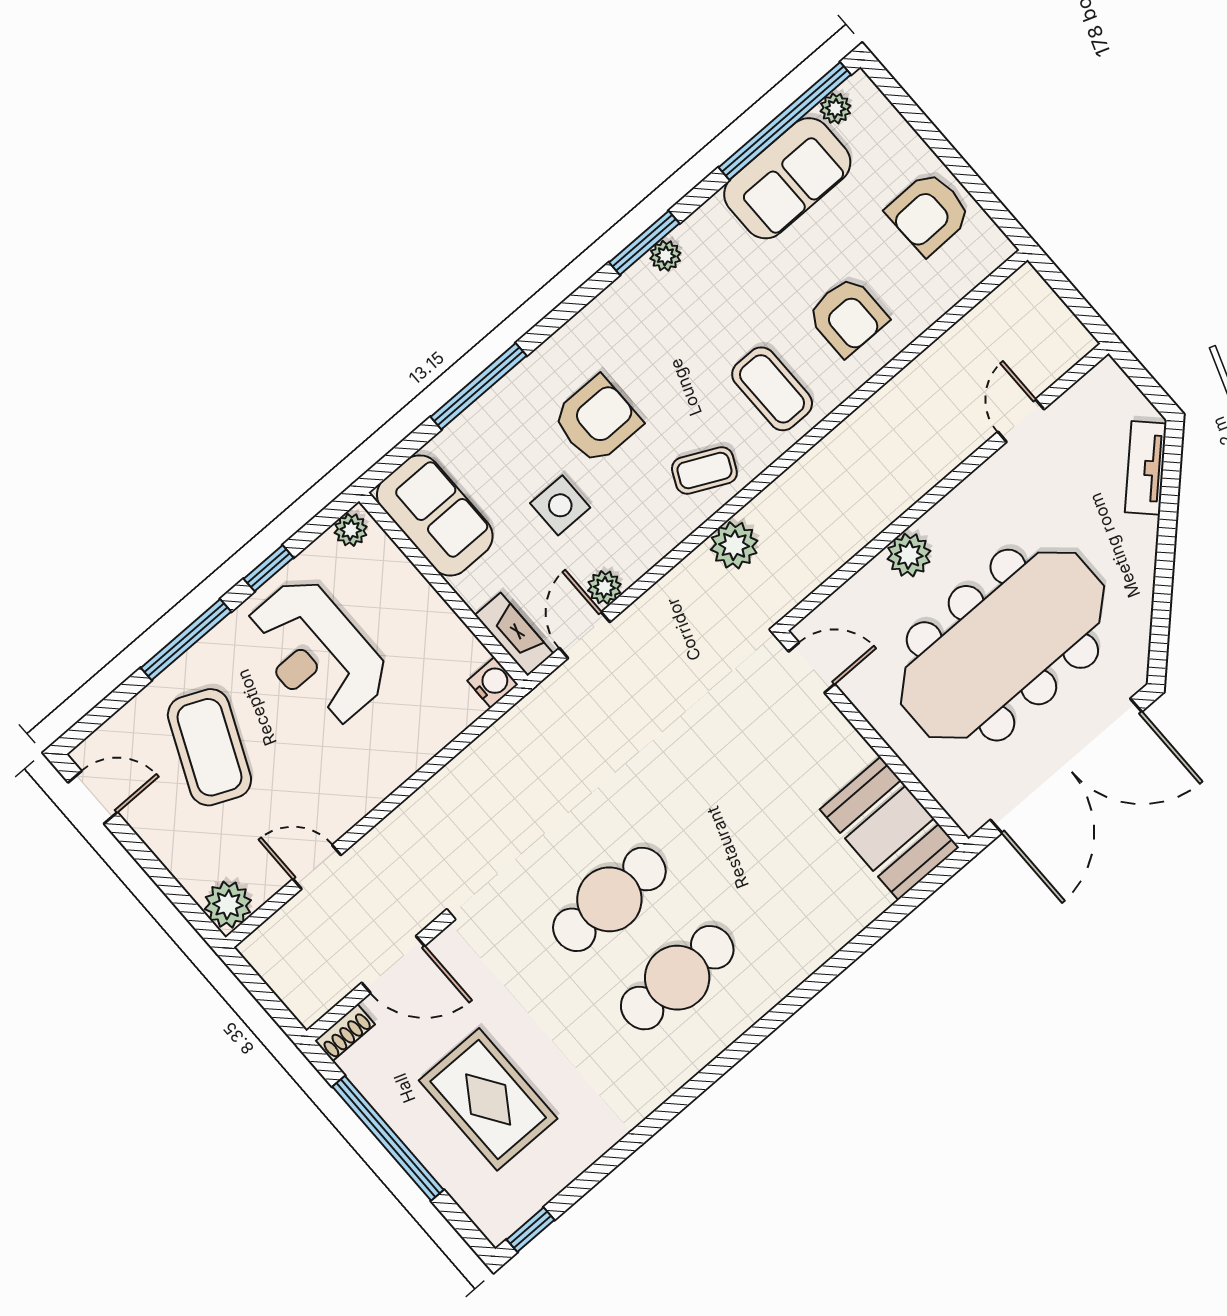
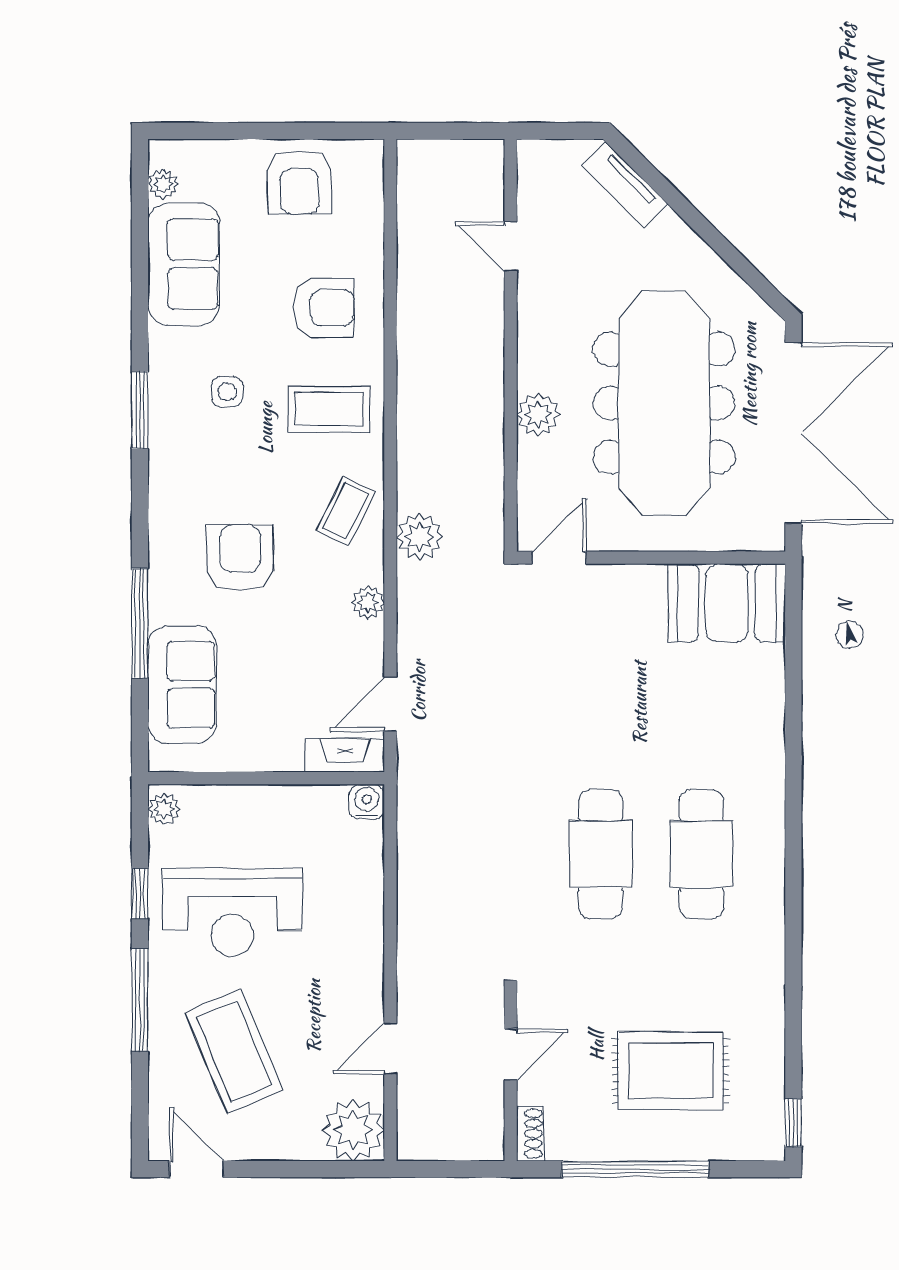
window: (785, 121) -> (140, 229), removed
plant: (665, 256) -> (163, 403), removed
side table: (560, 505) -> (227, 392), moved, width x0.73, depth x0.73
sofa: (435, 515) -> (182, 685), moved, turned 90
plant: (604, 587) -> (368, 602), moved
door: (585, 635) -> (390, 704), hinge flipped
coffee table: (209, 747) -> (234, 1051), turned 43
door: (93, 797) -> (196, 1169), hinge flipped
plant: (228, 905) -> (353, 1130), width x1.36, depth x1.36
door: (393, 964) -> (511, 1055), width x0.73

